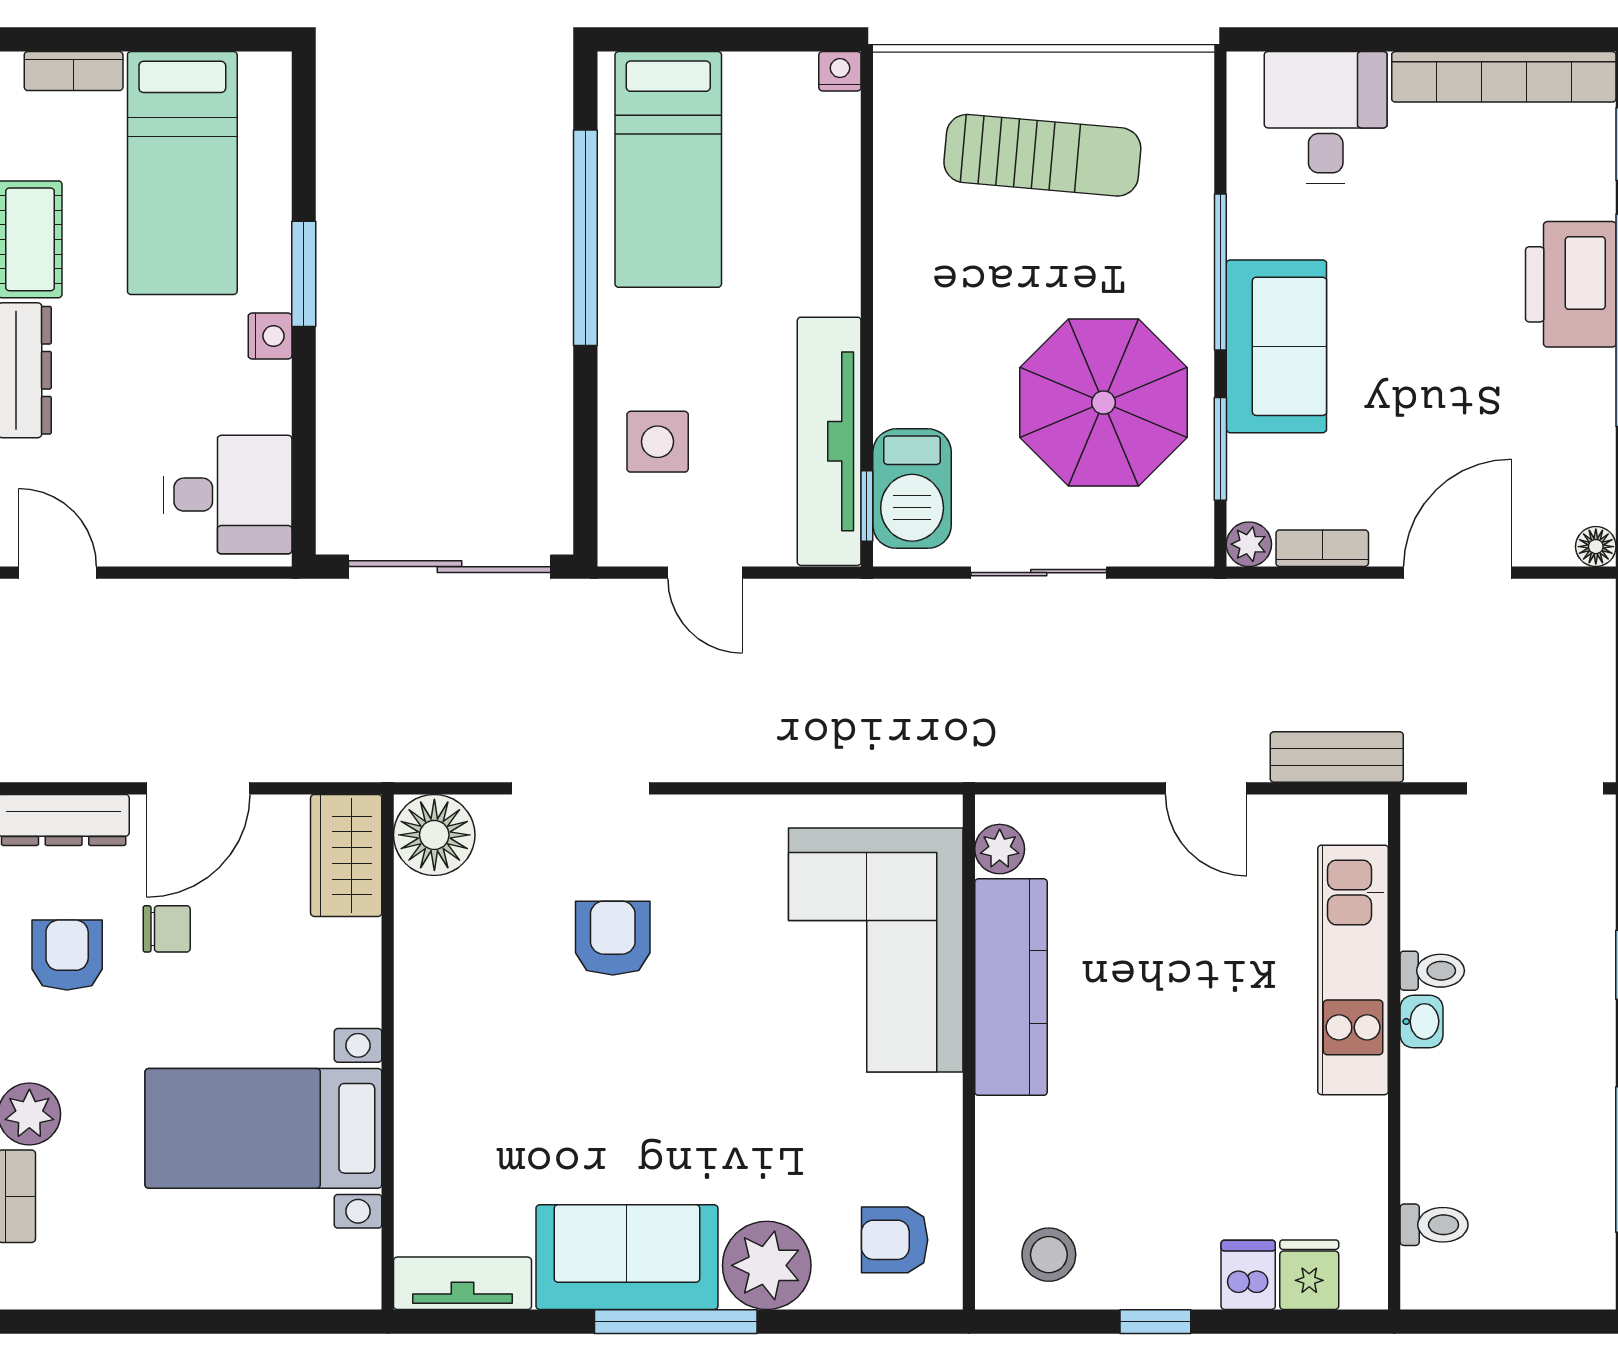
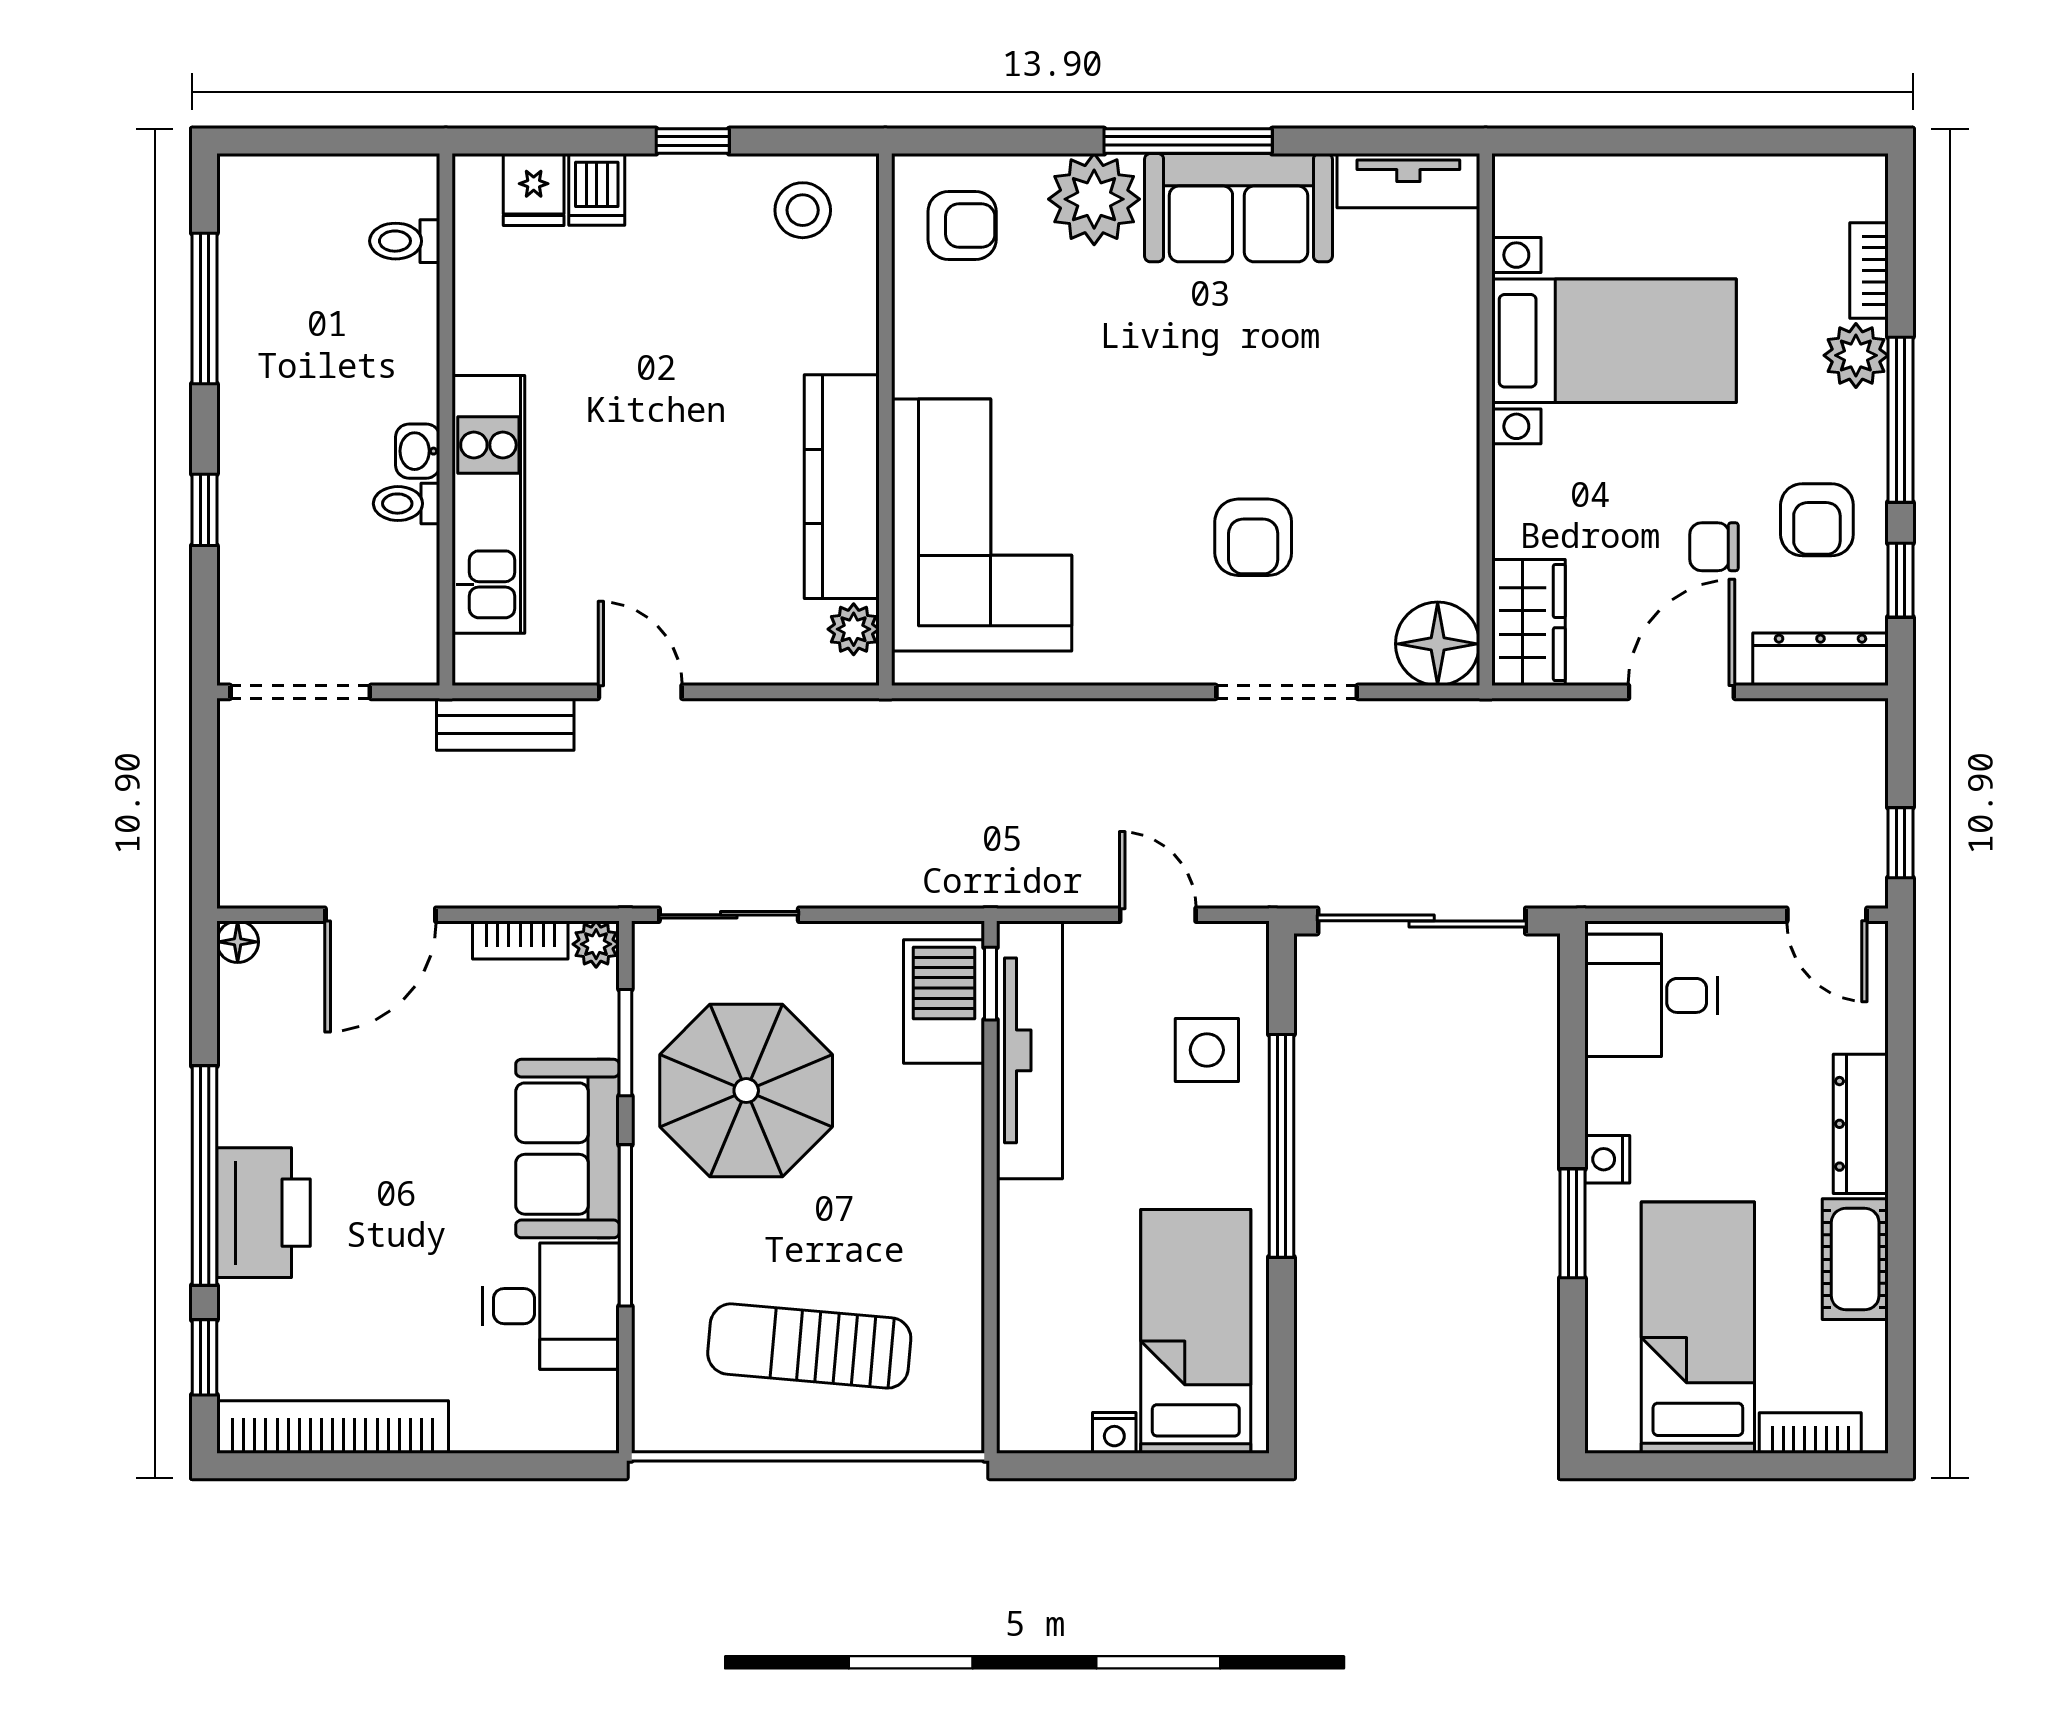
nightstand: (840, 71) -> (1114, 1433), moved
desk: (1326, 117) -> (551, 1306), moved, turned -90
window: (585, 238) -> (1281, 1146), moved
sliding door: (1039, 573) -> (729, 915), moved

